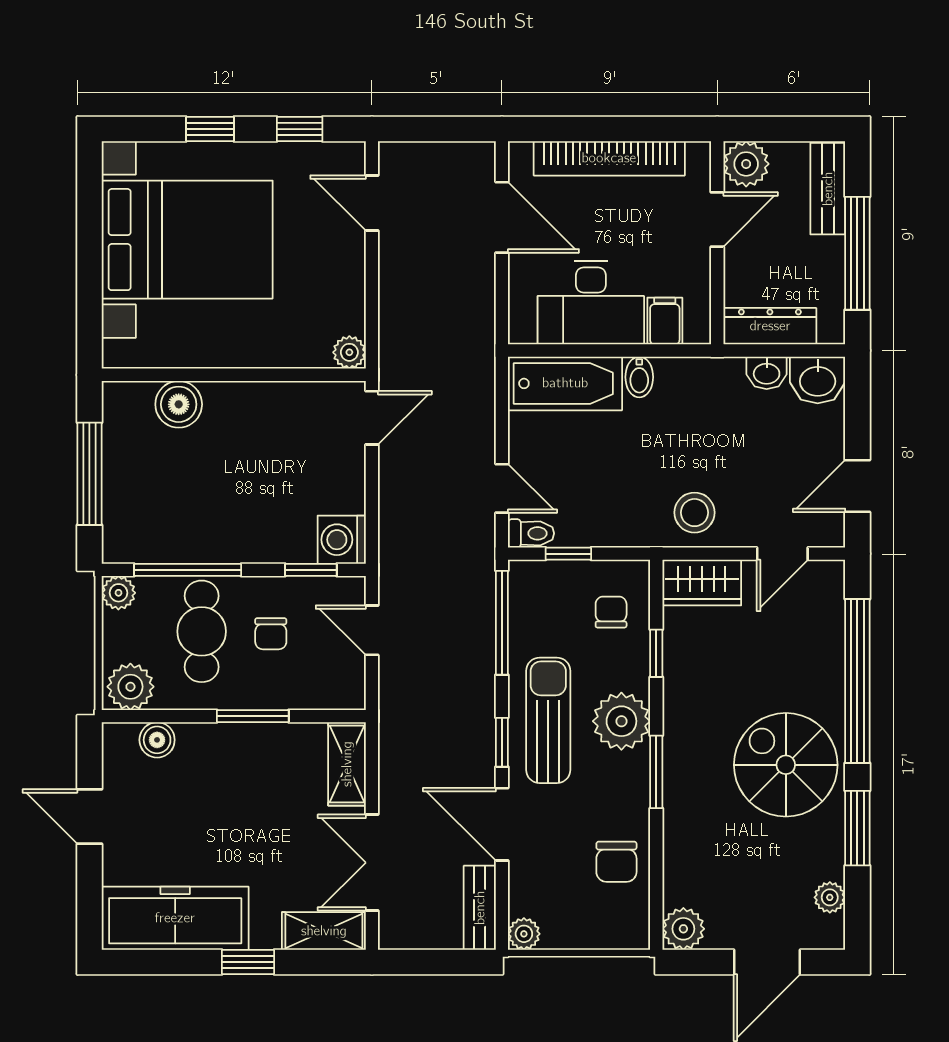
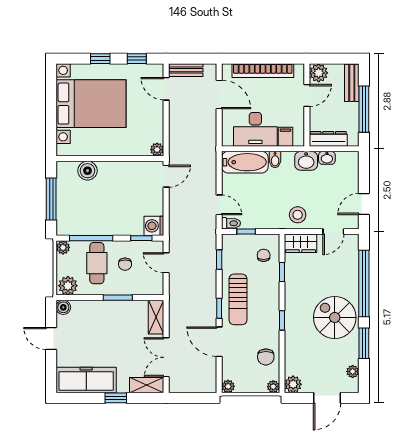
washbasin: (818, 380) -> (306, 161), moved
window: (502, 623) -> (219, 260), width x0.46
sun lounger: (548, 720) -> (238, 299), turned 180
plant: (621, 721) -> (273, 387), moved, width x0.53, depth x0.53
boiler: (157, 740) -> (63, 307), moved
window: (656, 772) -> (282, 320), width x0.67
bench: (480, 908) -> (186, 70), moved, turned 90

